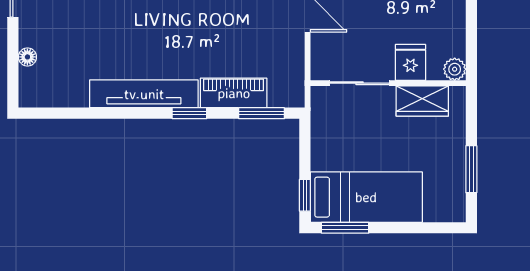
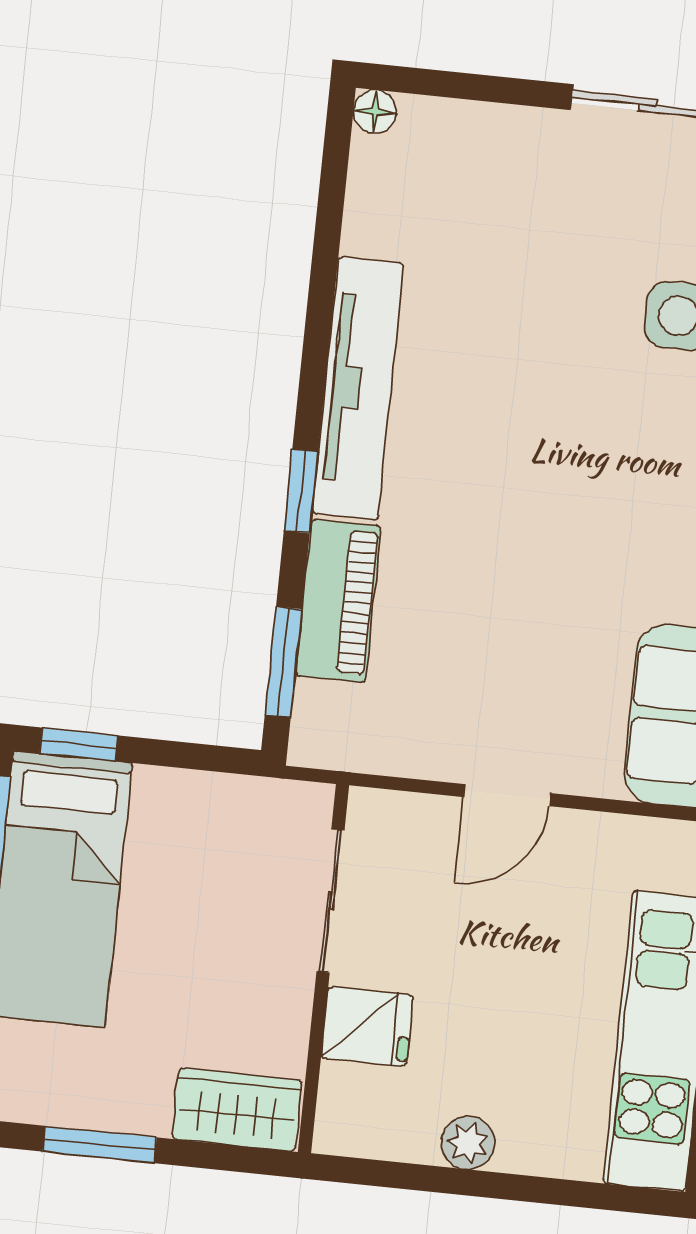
floor lamp: (27, 57) -> (375, 111), moved
plant: (455, 69) -> (468, 1143), moved
wardrobe: (422, 101) -> (237, 1109), moved, turned 90

